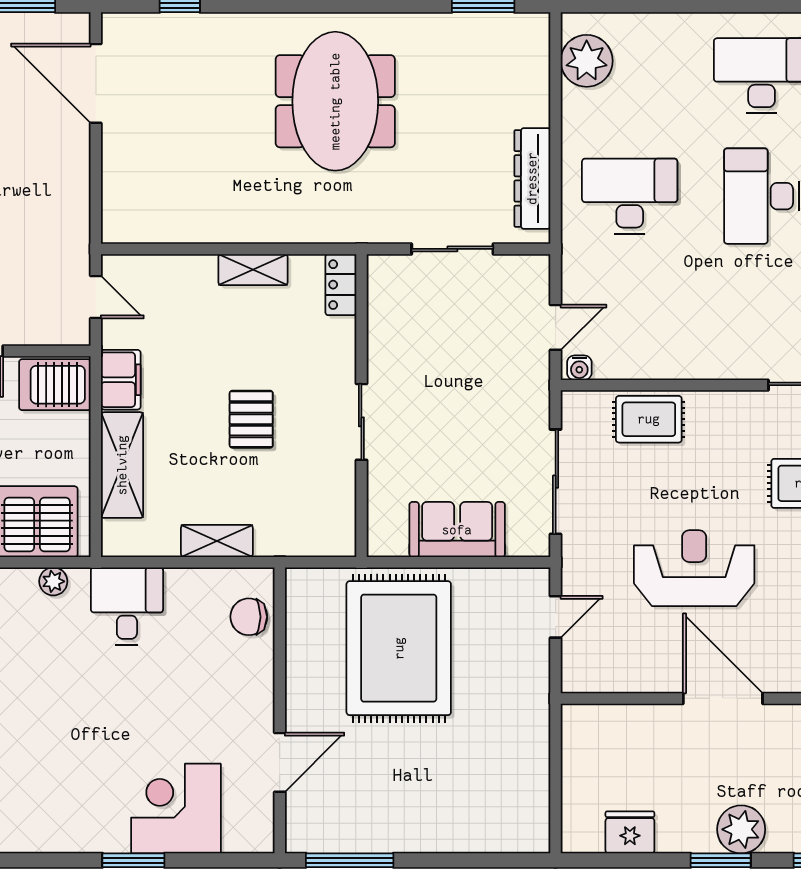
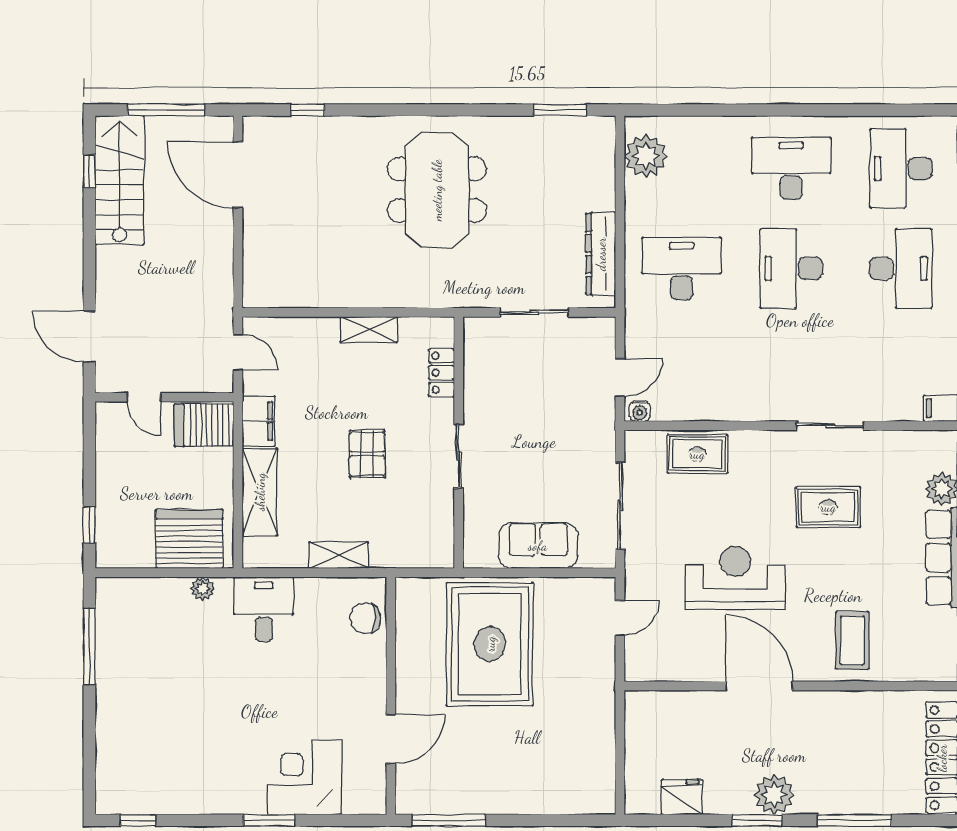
locker: (341, 285) -> (442, 373), moved

